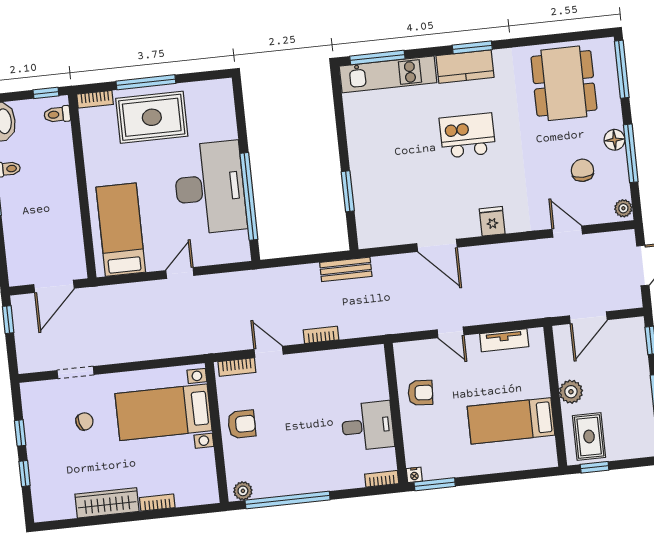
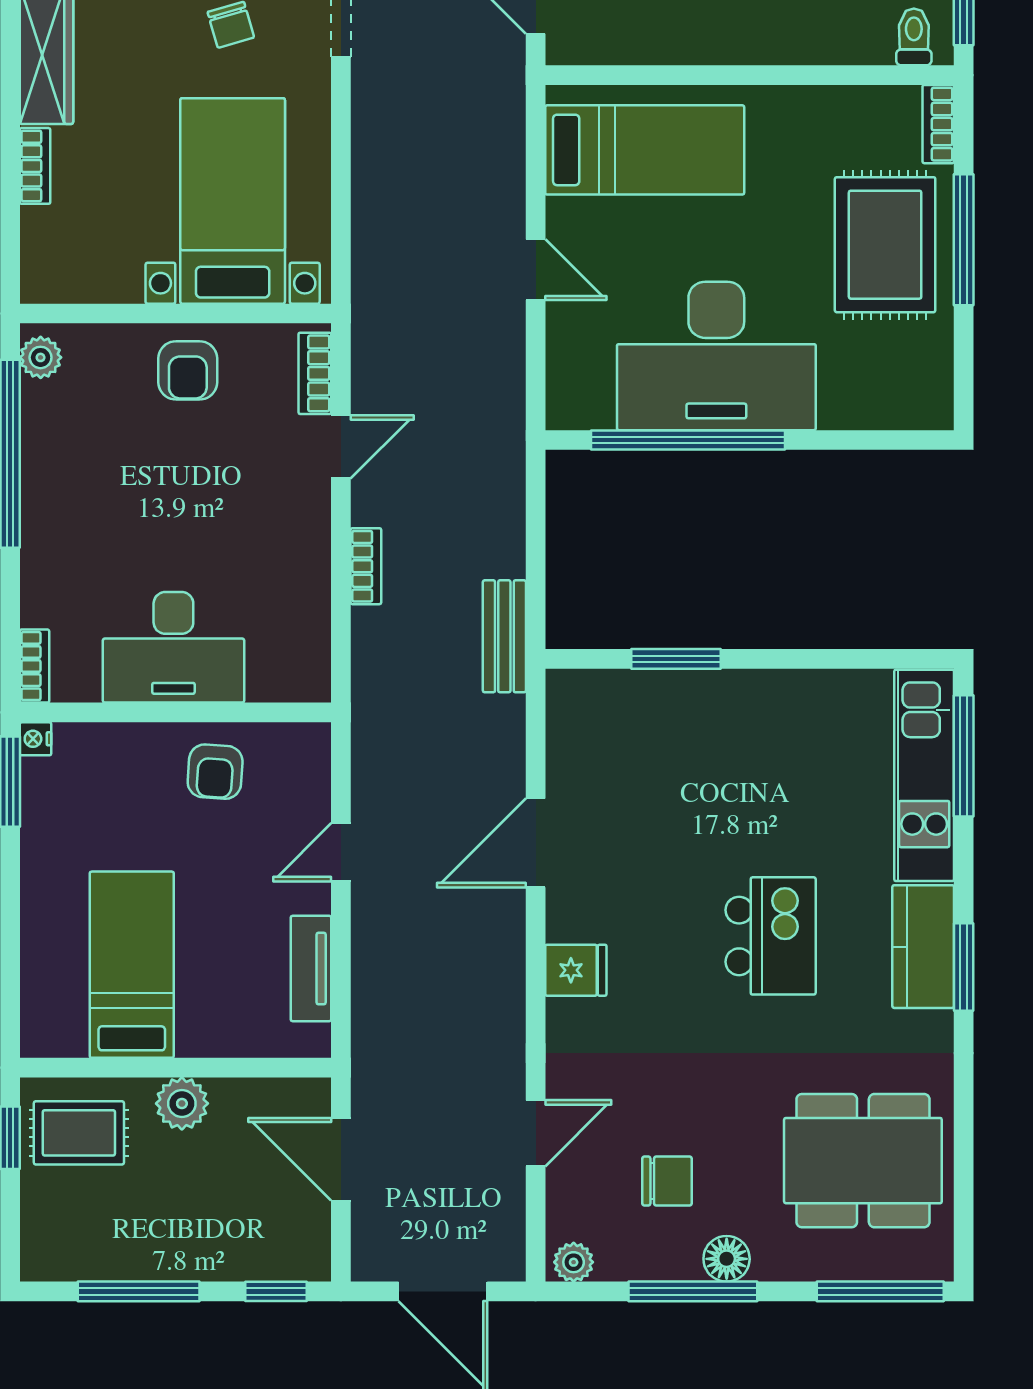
desk: (368, 426) -> (173, 647), width x1.37

